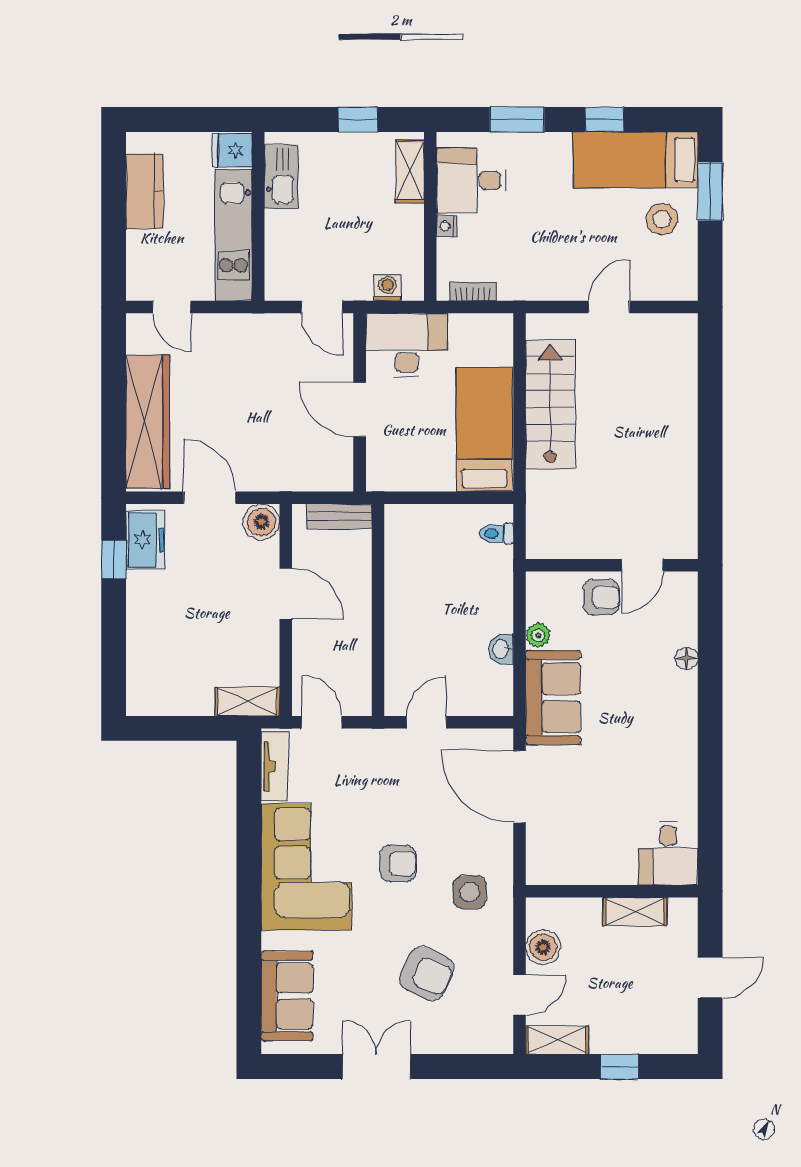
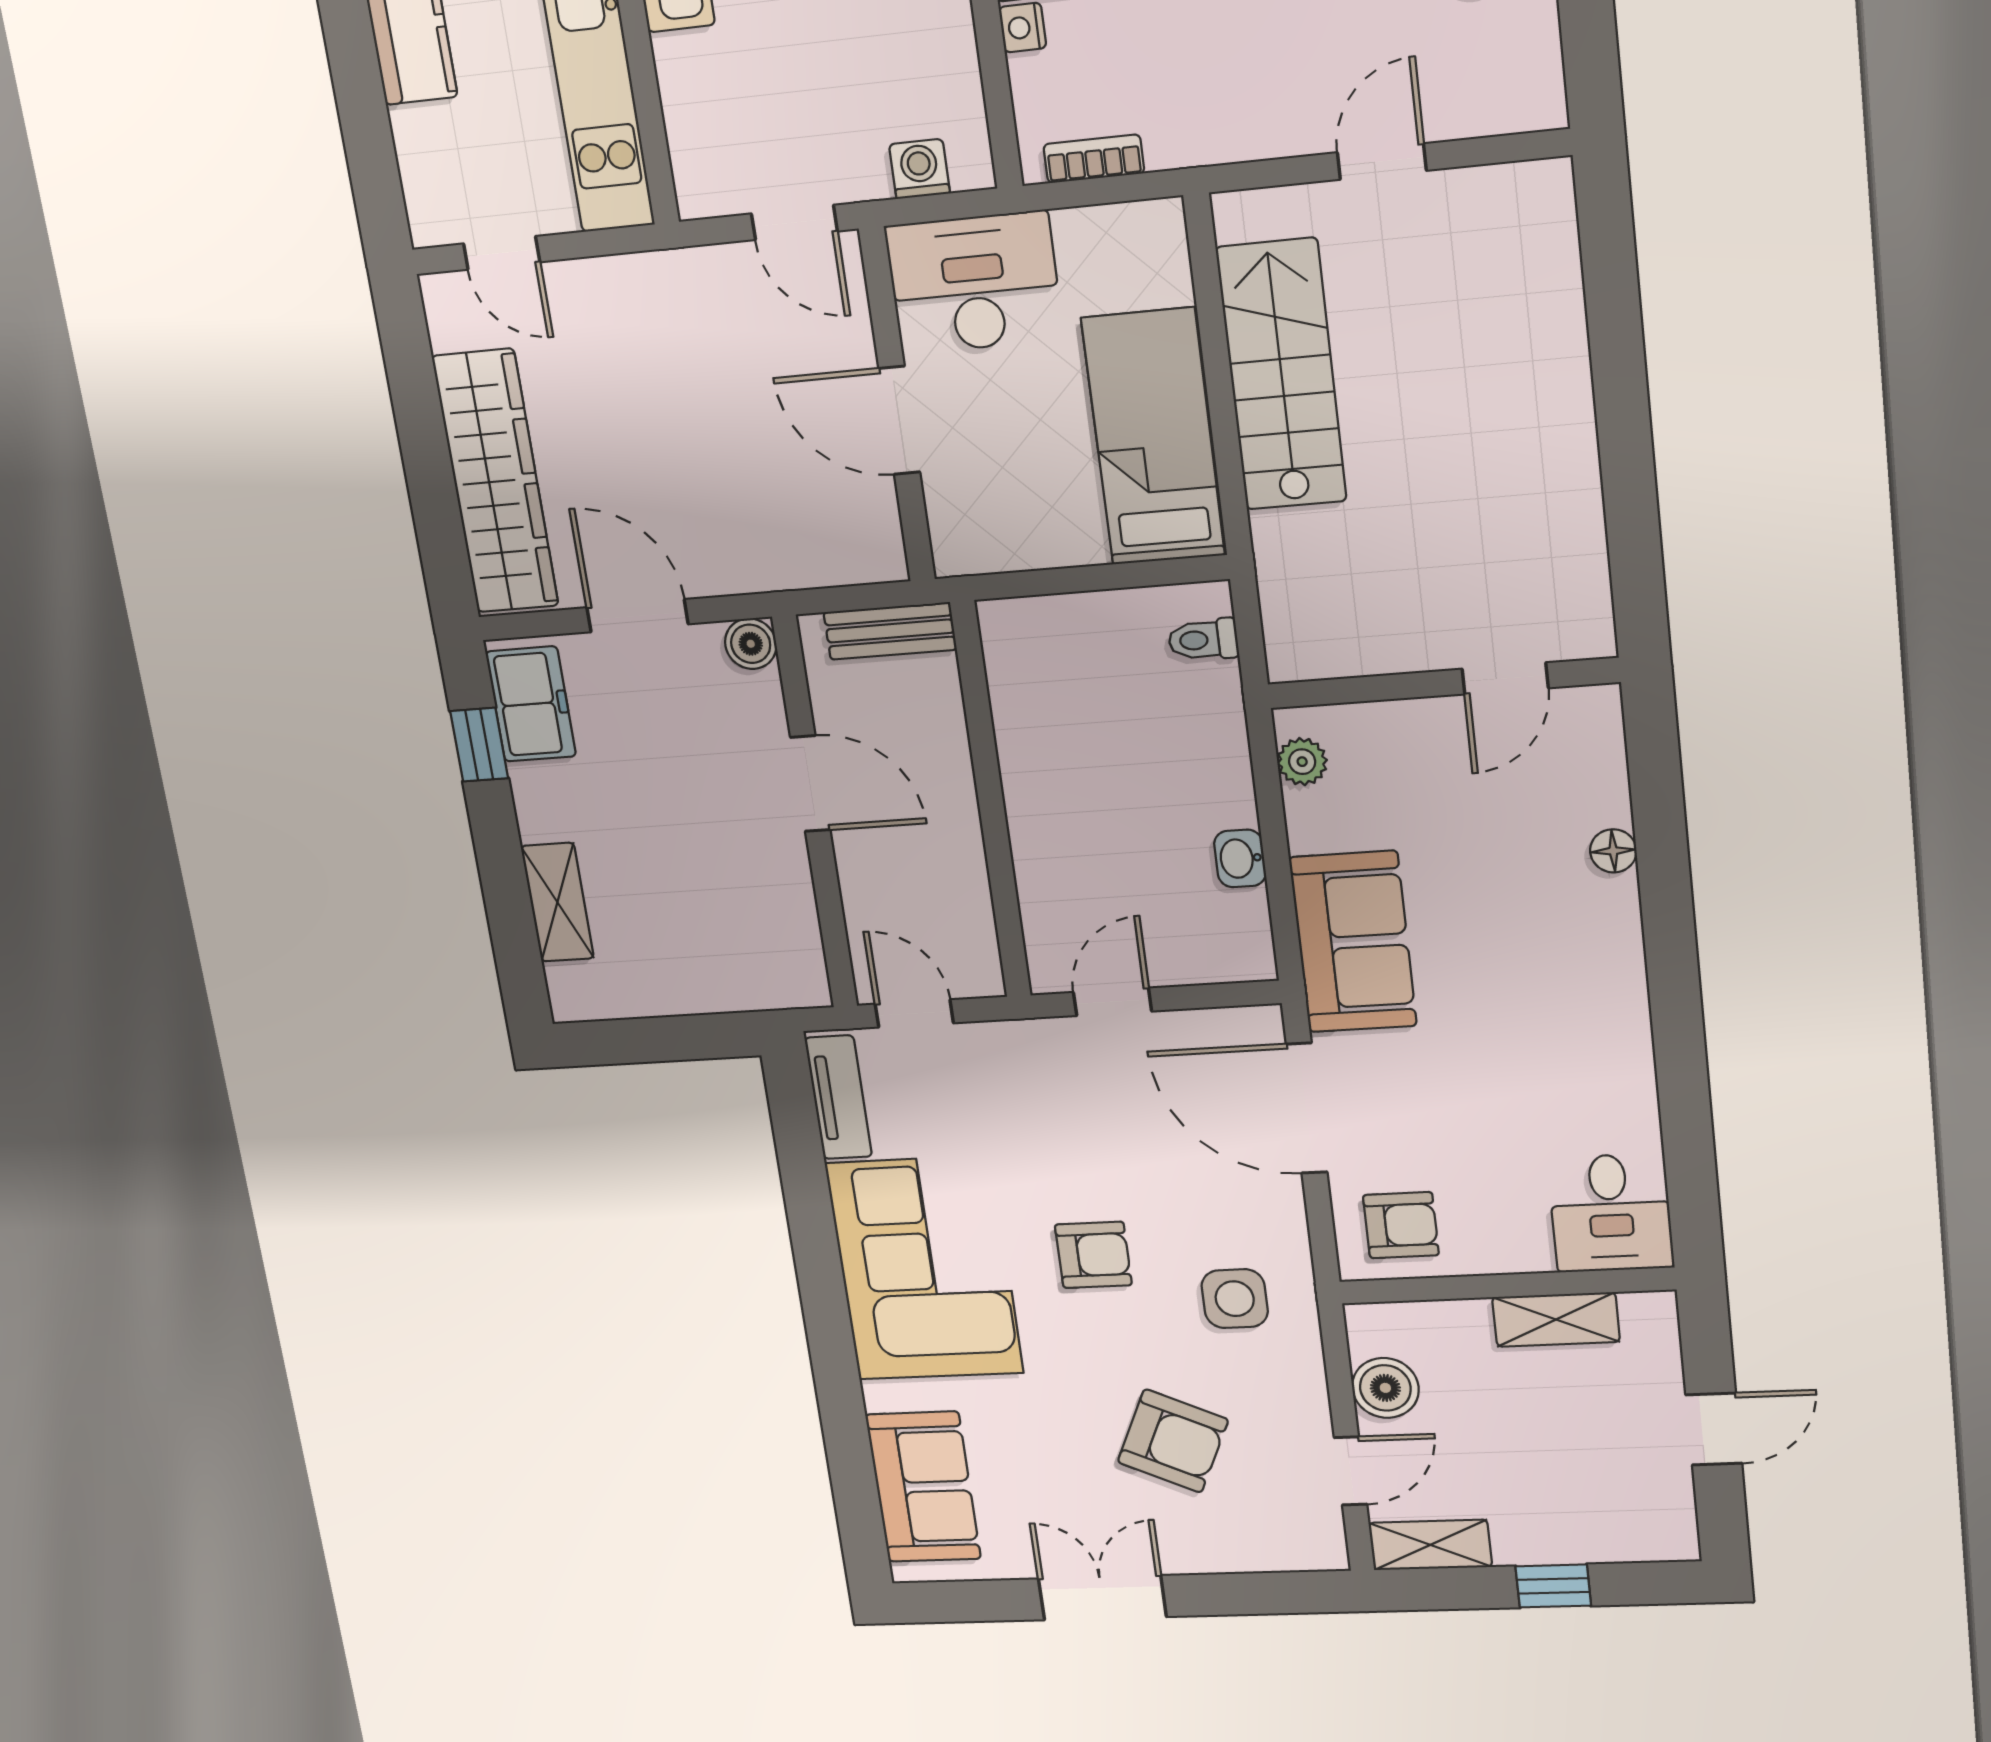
boiler: (262, 522) -> (751, 644), width x0.73, depth x0.73
armchair: (601, 597) -> (1401, 1225), moved
plant: (538, 635) -> (1302, 762), moved
shelving: (247, 701) -> (557, 902), moved, turned 90

